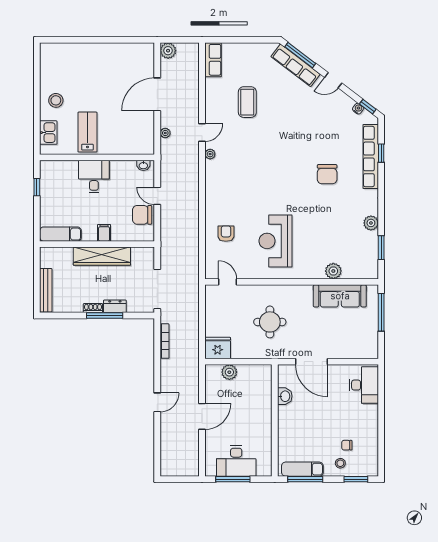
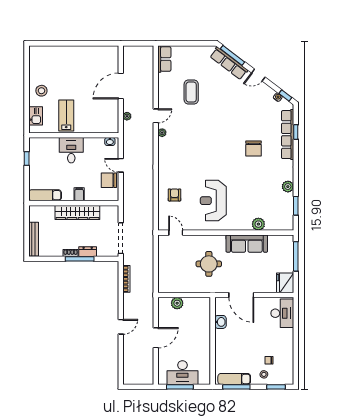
plant: (168, 51) -> (129, 52), removed
sofa: (340, 296) -> (247, 244), moved
fridge: (218, 348) -> (285, 283), moved, turned -90

